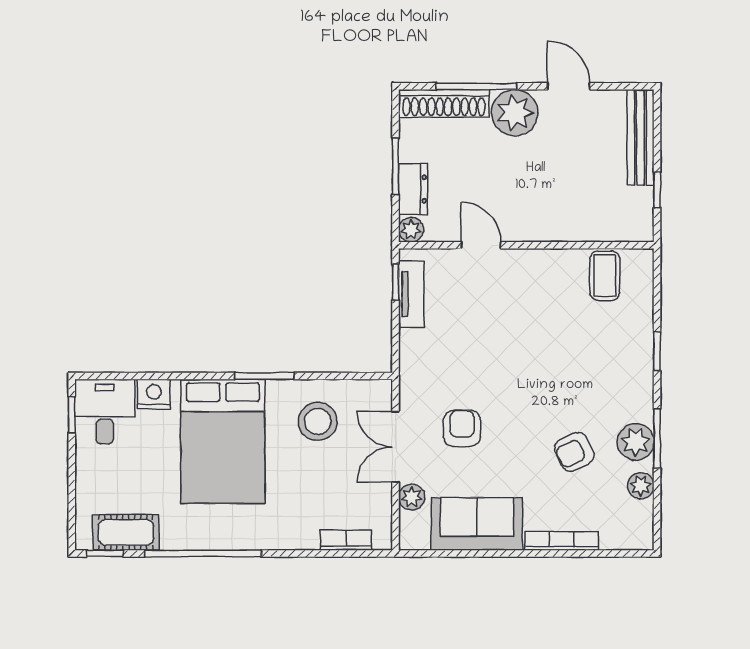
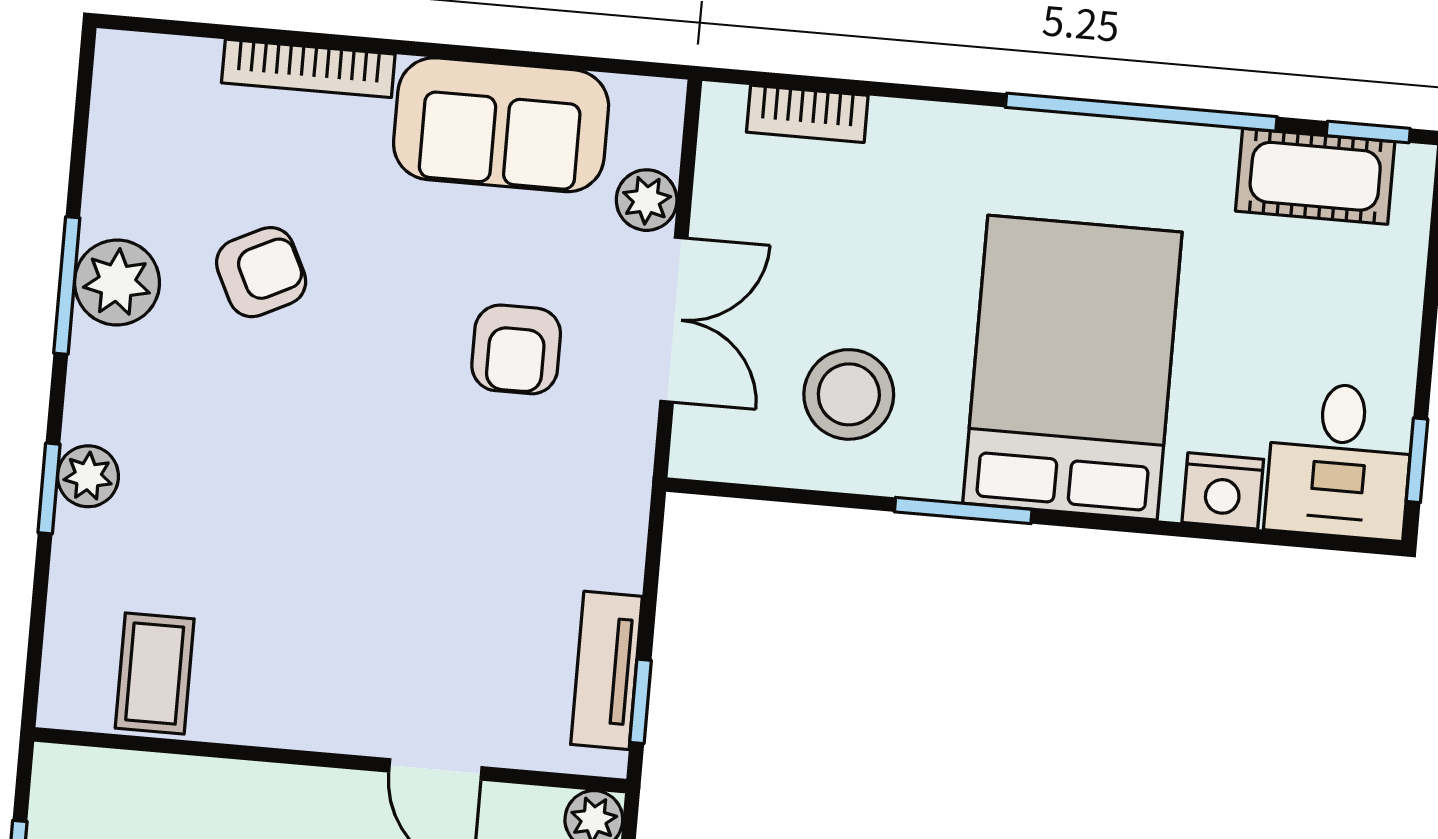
plant: (641, 486) -> (88, 476), moved

